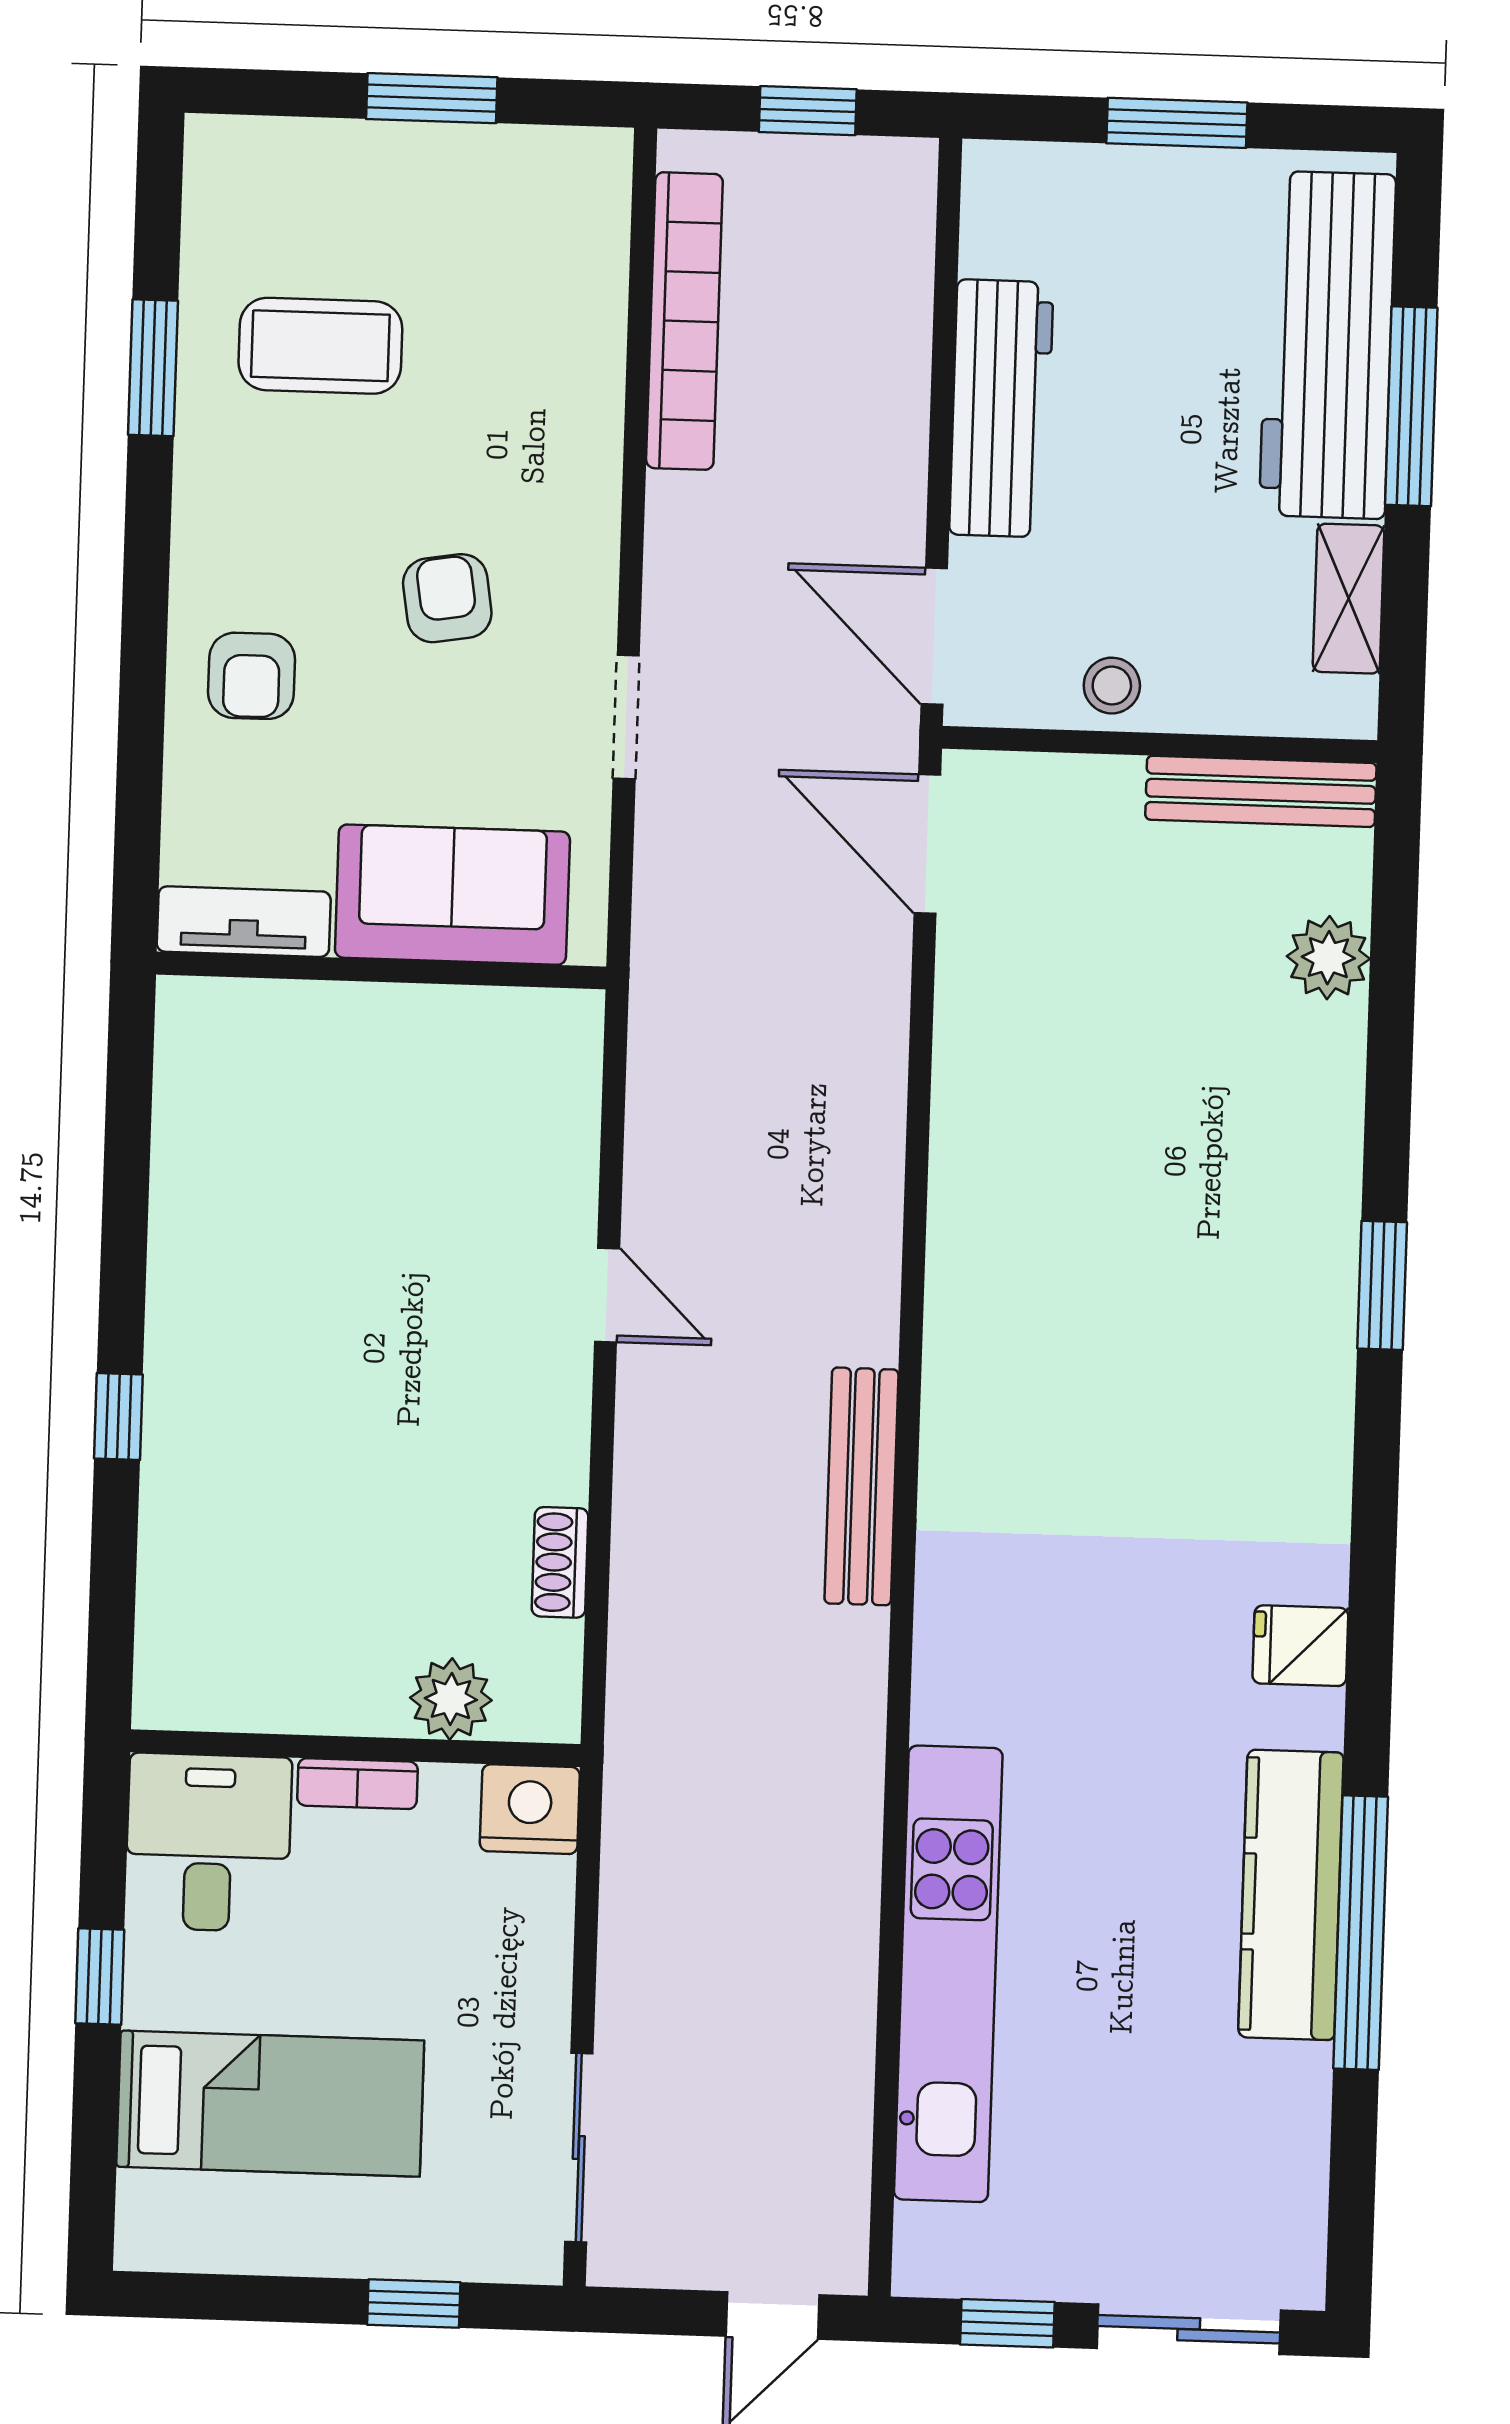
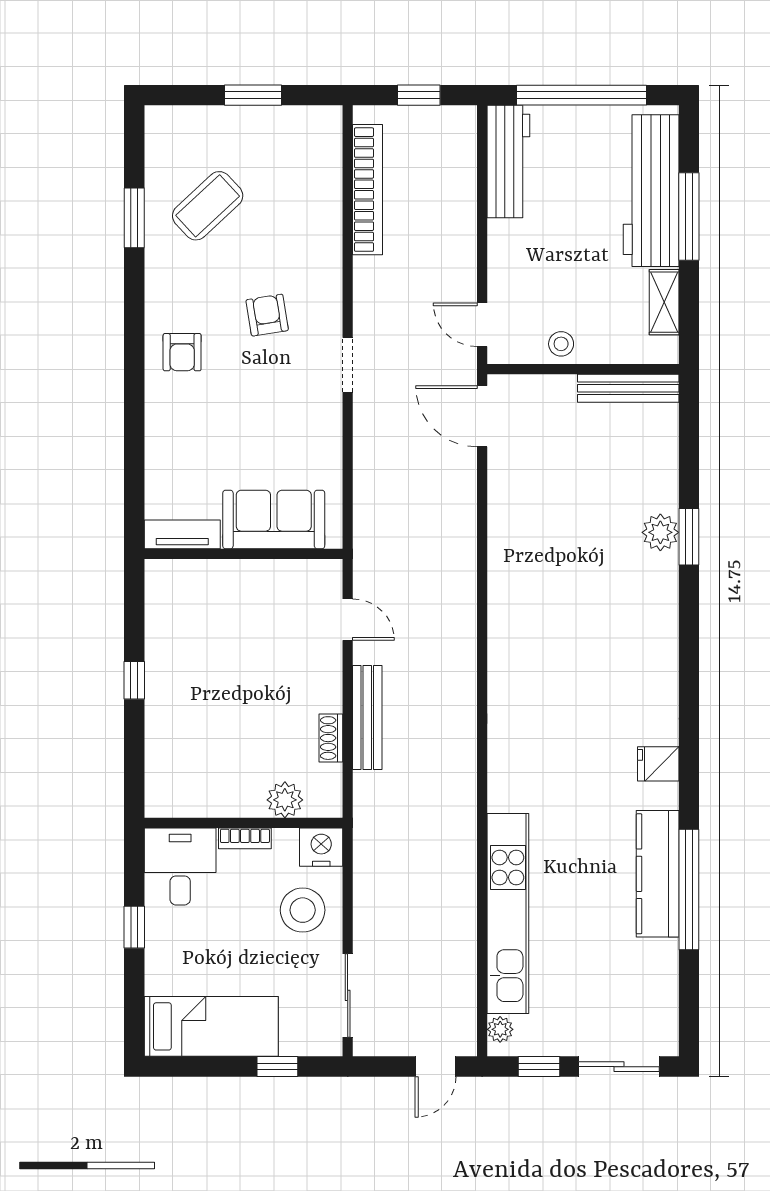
window: (1177, 123) -> (582, 95), width x2.11
coffee table: (320, 346) -> (208, 206), turned -43
workbench: (1001, 408) -> (508, 162), moved
door: (934, 636) -> (482, 325), width x0.73
sofa: (452, 895) -> (274, 519), moved
tv unit: (244, 922) -> (182, 534), moved
plant: (1328, 958) -> (660, 532), moved
wall: (381, 970) -> (243, 554), moved
window: (1382, 1285) -> (689, 537), moved
bench: (861, 1486) -> (367, 717), moved
stool: (483, 1951) -> (303, 910), added
bed: (270, 2104) -> (211, 1026), moved
plant: (922, 2236) -> (500, 1029), added

